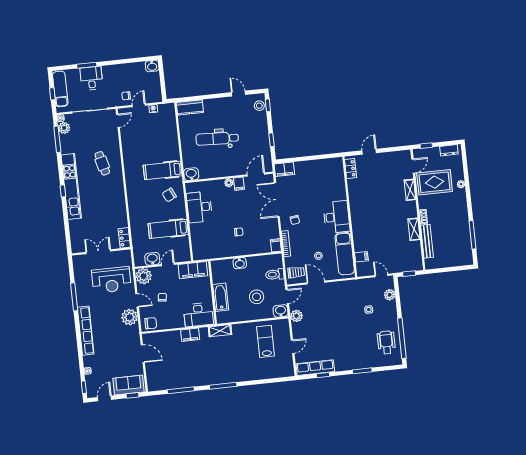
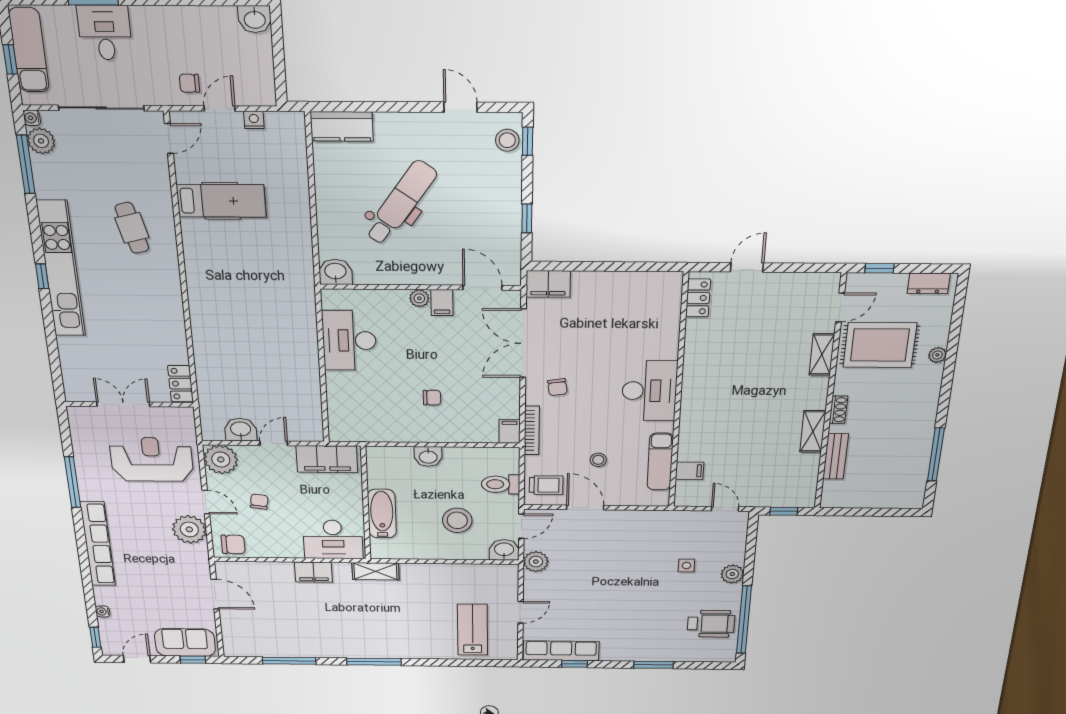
dental chair: (217, 139) -> (401, 203), turned 122
hospital bed: (163, 170) -> (221, 201), moved, turned 180
door: (256, 174) -> (482, 288), hinge flipped
chair: (169, 195) -> (283, 309), removed
hospital bed: (168, 229) -> (278, 376), removed
bench: (427, 241) -> (836, 456), width x0.73
exam couch: (345, 254) -> (660, 462), width x0.73, depth x0.69
reception desk: (111, 280) -> (152, 460), turned 180
plant: (390, 295) -> (732, 574), moved
lab bench: (266, 341) -> (473, 630), moved
wheelchair: (386, 342) -> (711, 624), turned 90

